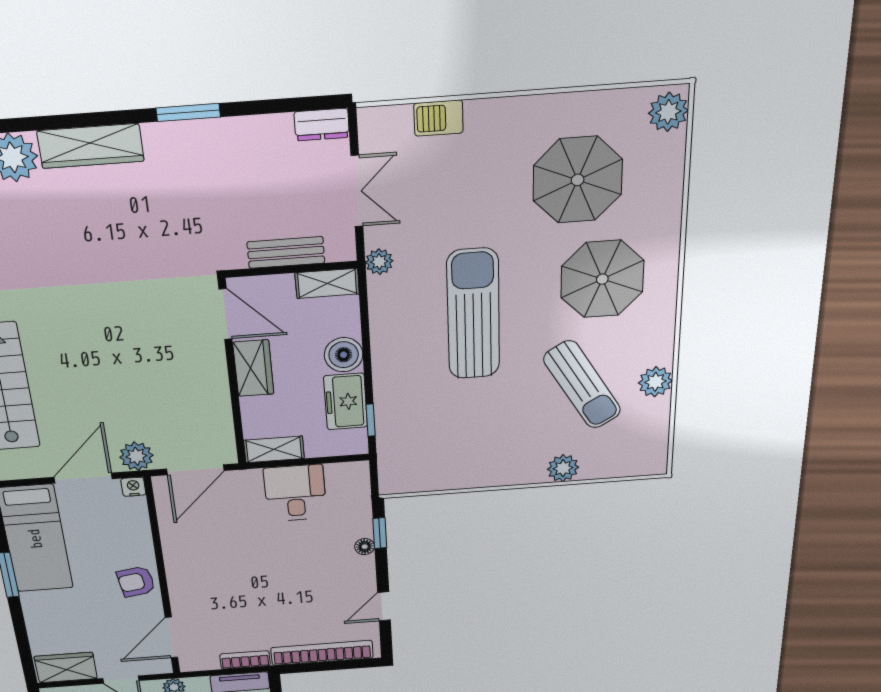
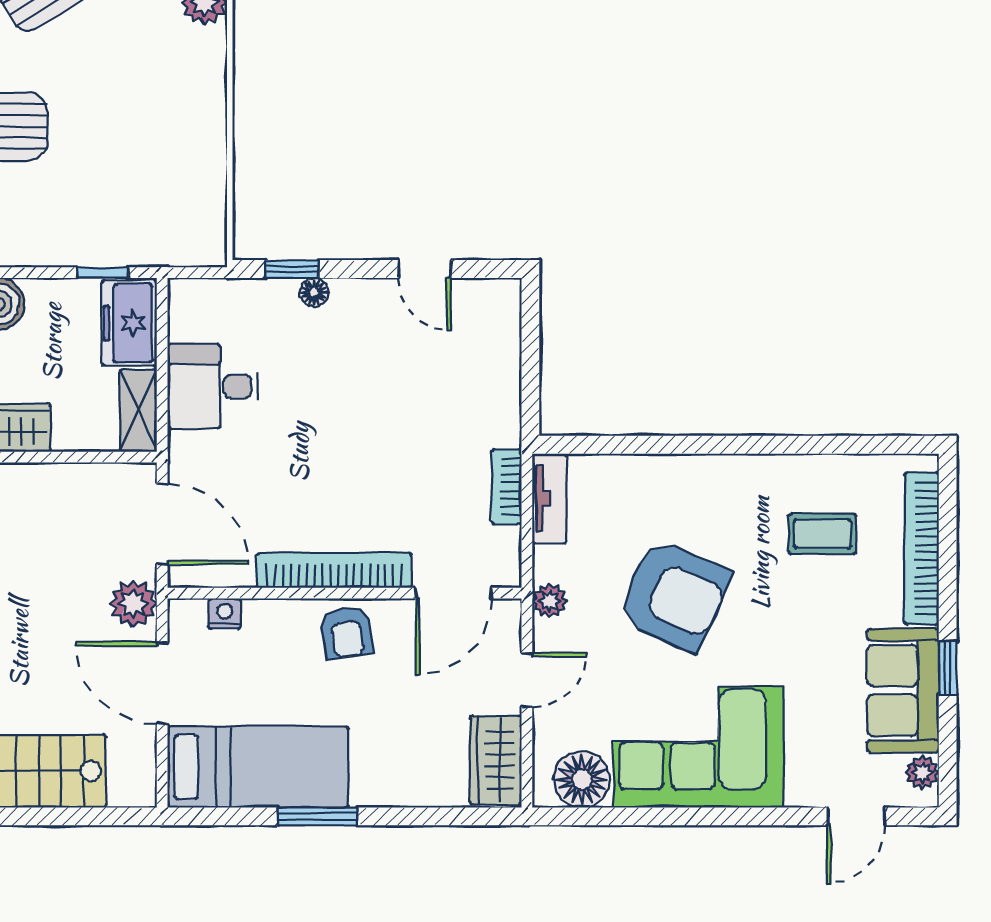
freezer: (346, 402) -> (129, 323), moved, turned 90
nightstand: (133, 487) -> (225, 614), moved, turned 90
door: (171, 638) -> (454, 593), hinge flipped
bookcase: (322, 653) -> (334, 570), moved, turned 90

